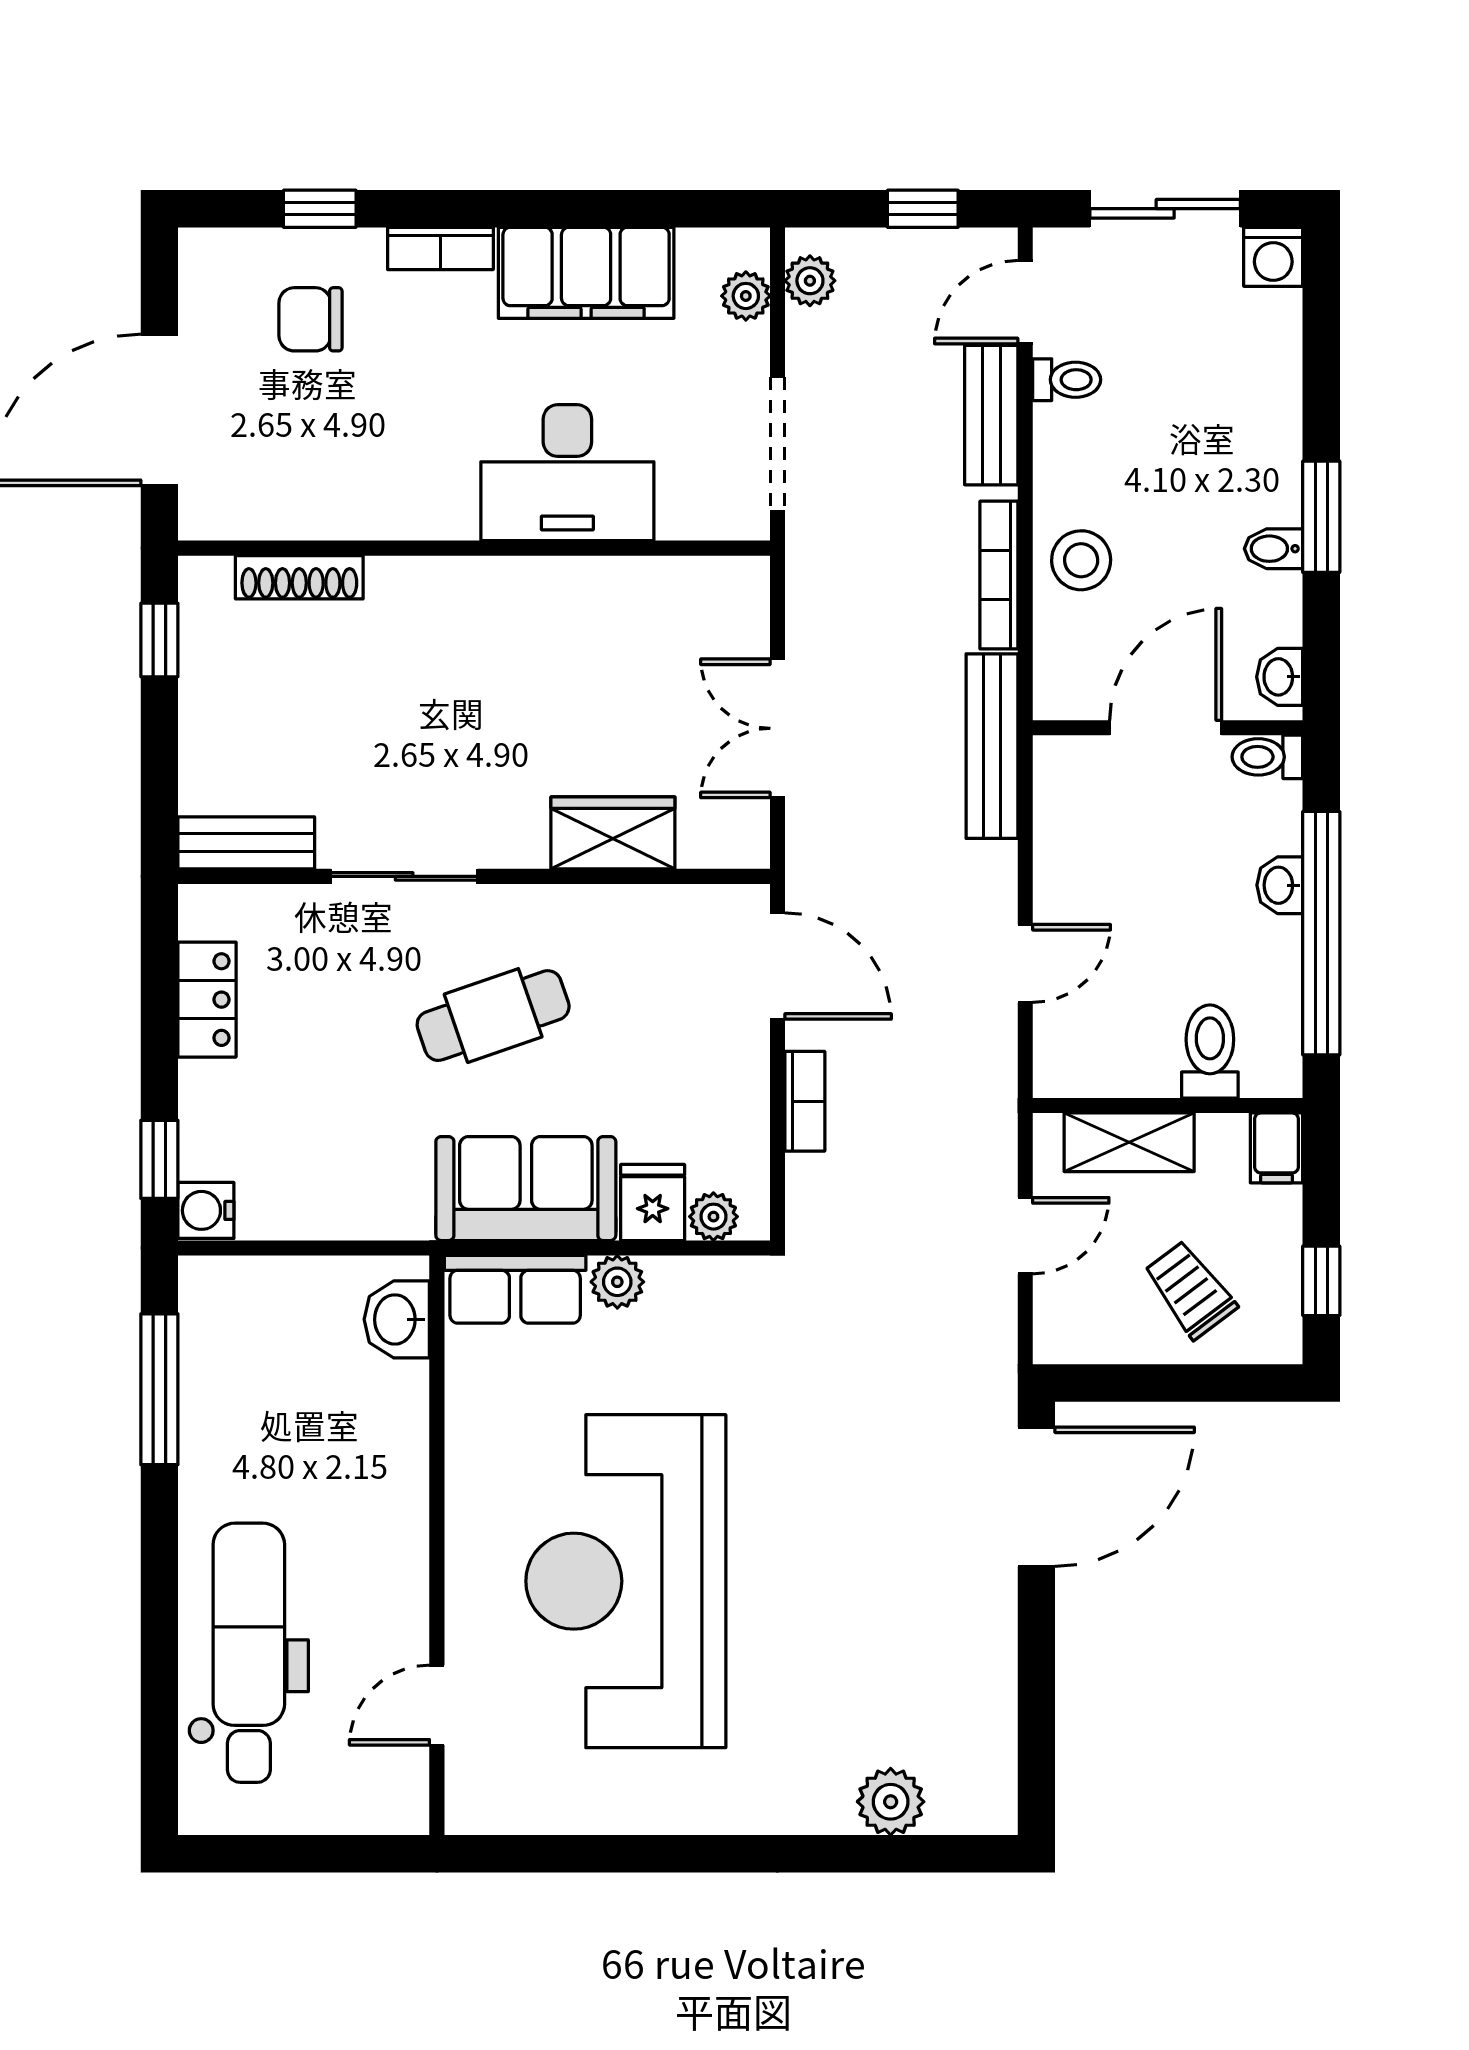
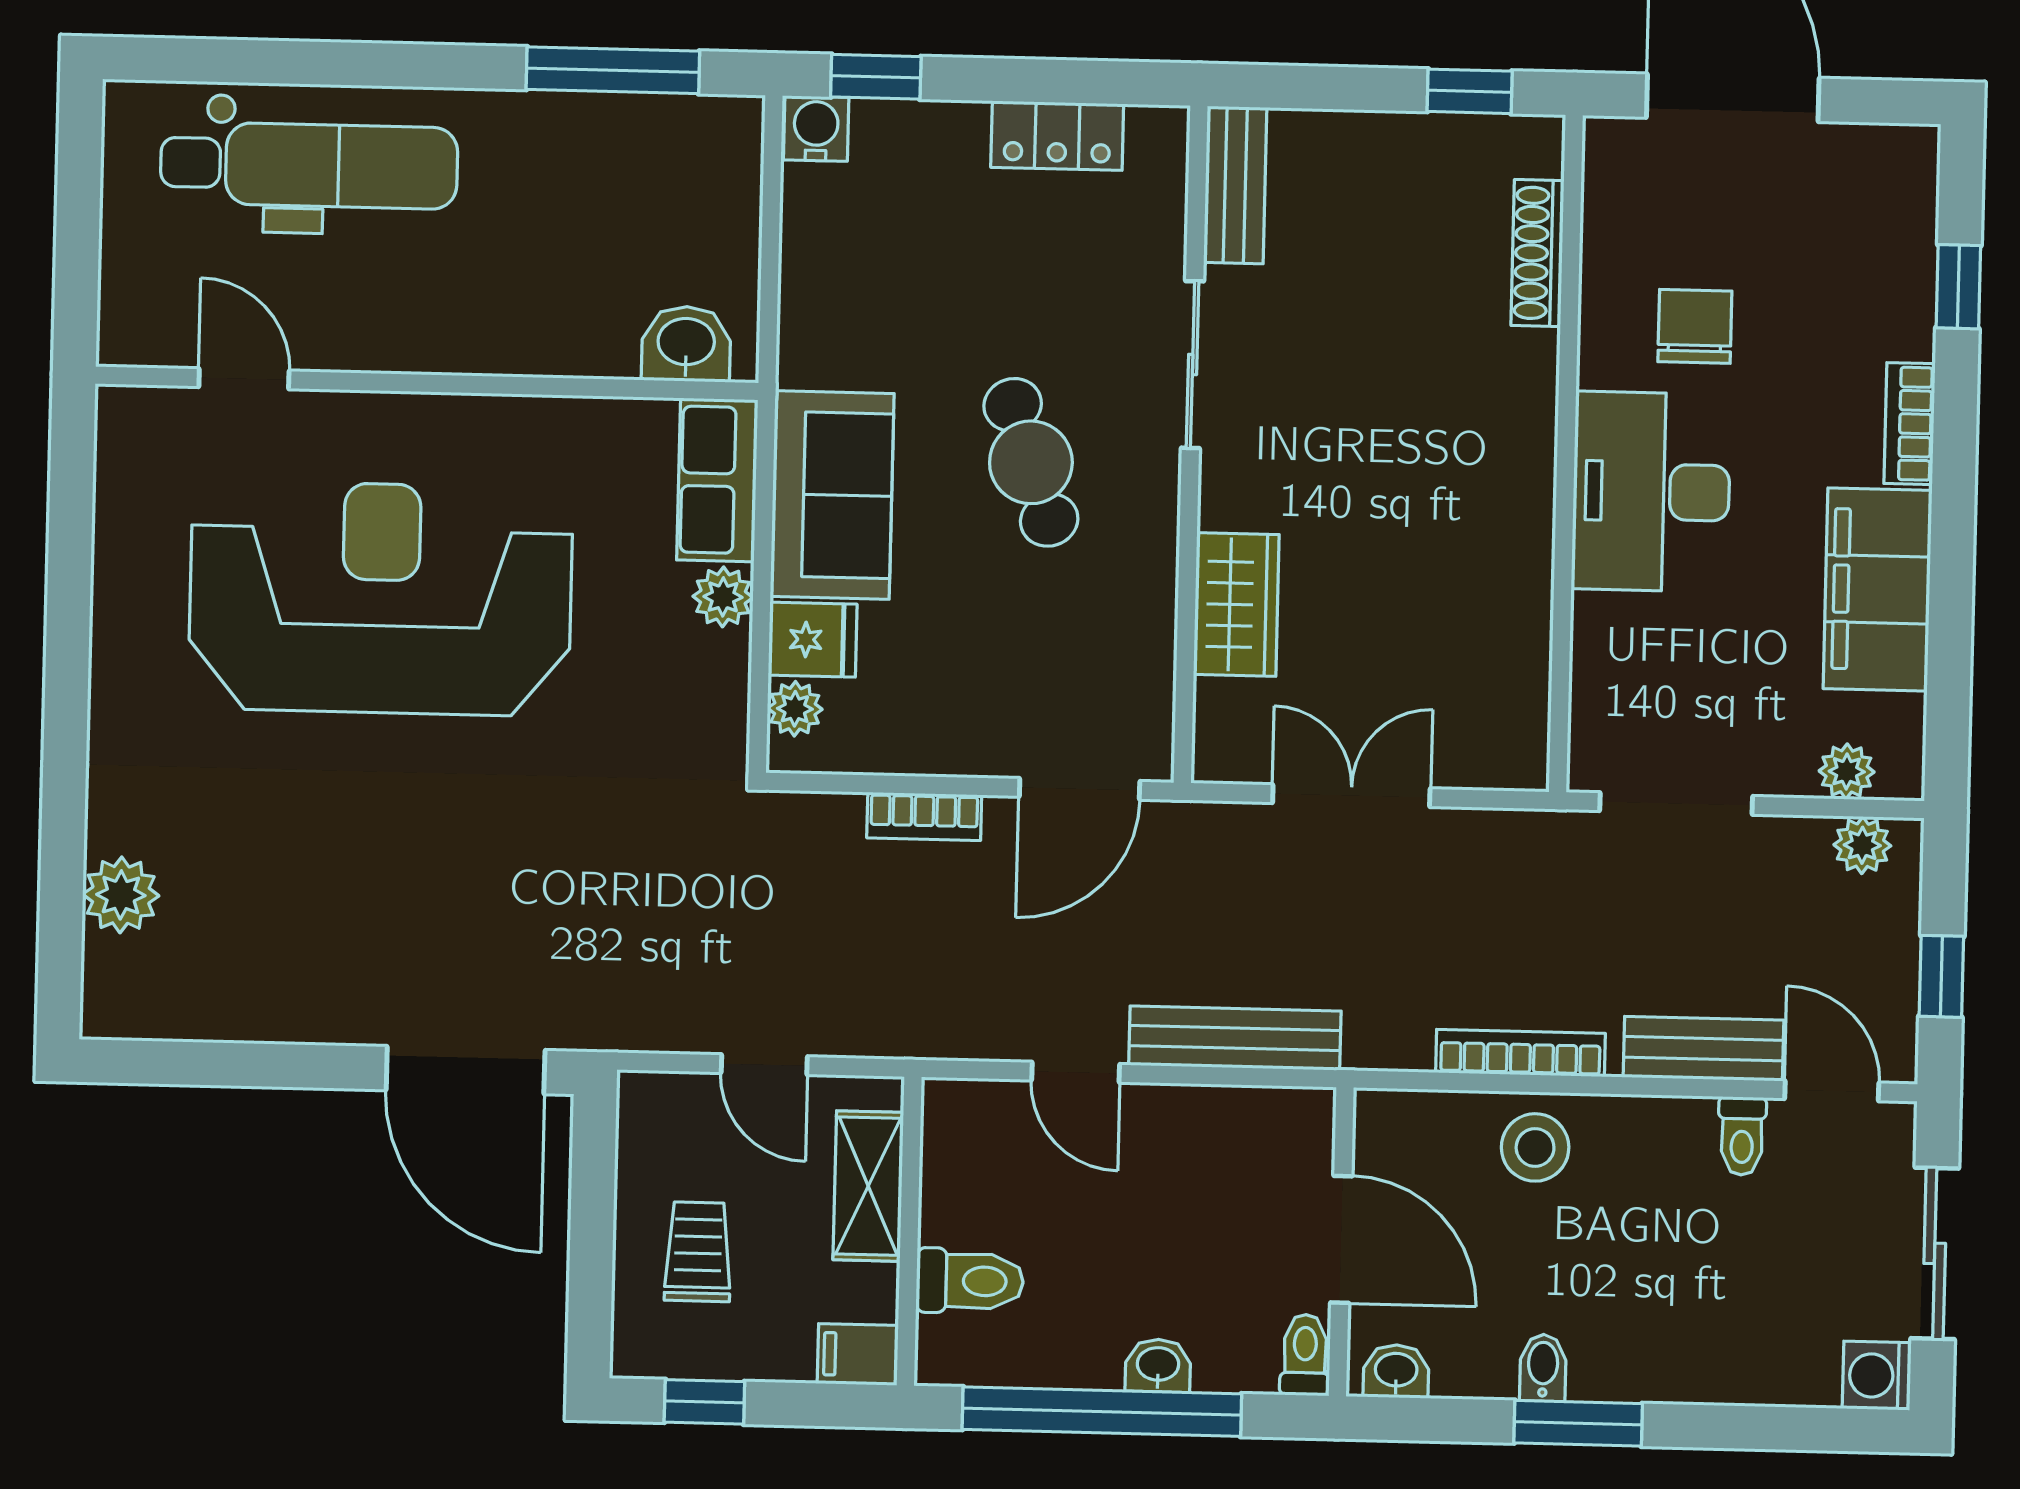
chair: (311, 319) -> (1695, 326), moved
desk: (567, 473) -> (1651, 492), moved
bench: (992, 746) -> (1235, 1038), moved
trolley: (1190, 1290) -> (698, 1252), turned -53

